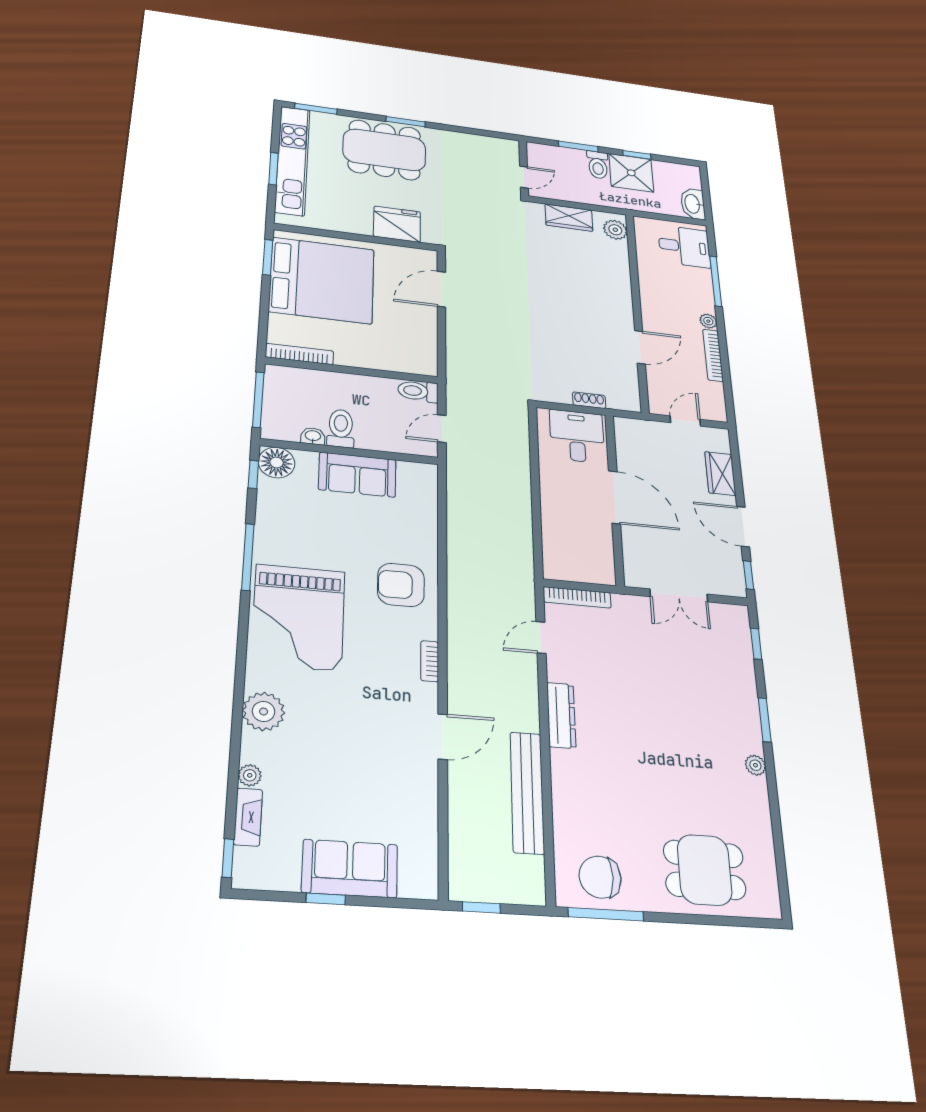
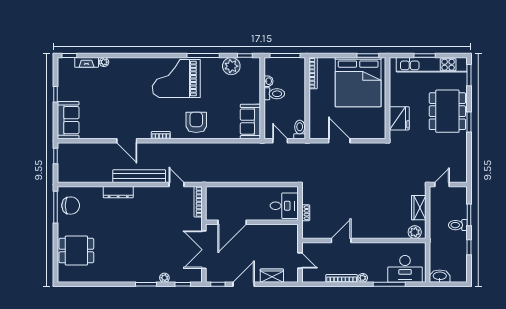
shower: (631, 173) -> (456, 243), removed
door: (524, 177) -> (442, 185), swing flipped
desk: (684, 246) -> (405, 269), width x1.37
door: (441, 289) -> (339, 141), moved
door: (640, 347) -> (341, 240), swing flipped
floor lamp: (277, 463) -> (252, 65), removed
sofa: (357, 475) -> (250, 122), moved
door: (614, 497) -> (232, 222), moved
double door: (679, 595) -> (204, 250), width x1.37
plant: (264, 711) -> (231, 66), moved
dresser: (561, 715) -> (118, 192), moved
plant: (755, 765) -> (164, 278), moved
bench: (527, 792) -> (139, 176), moved
sofa: (350, 868) -> (68, 120), moved
dining table: (705, 870) -> (76, 251), turned 90
chair: (600, 877) -> (71, 206), turned 90

